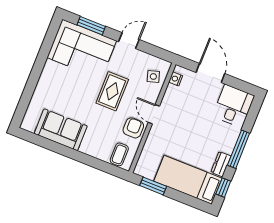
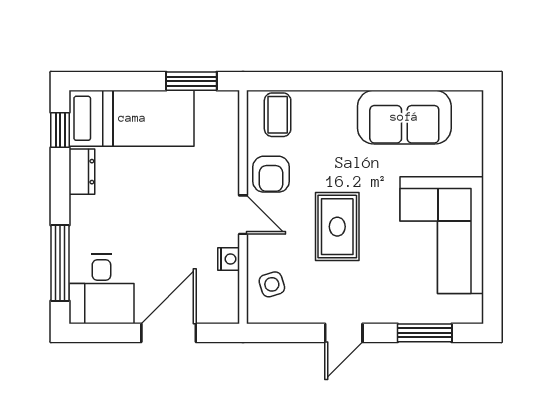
corner sofa: (82, 49) -> (442, 235), moved, turned -90
door: (210, 73) -> (169, 333), swing flipped
nightstand: (176, 79) -> (229, 259), moved
window: (239, 149) -> (60, 263), moved

